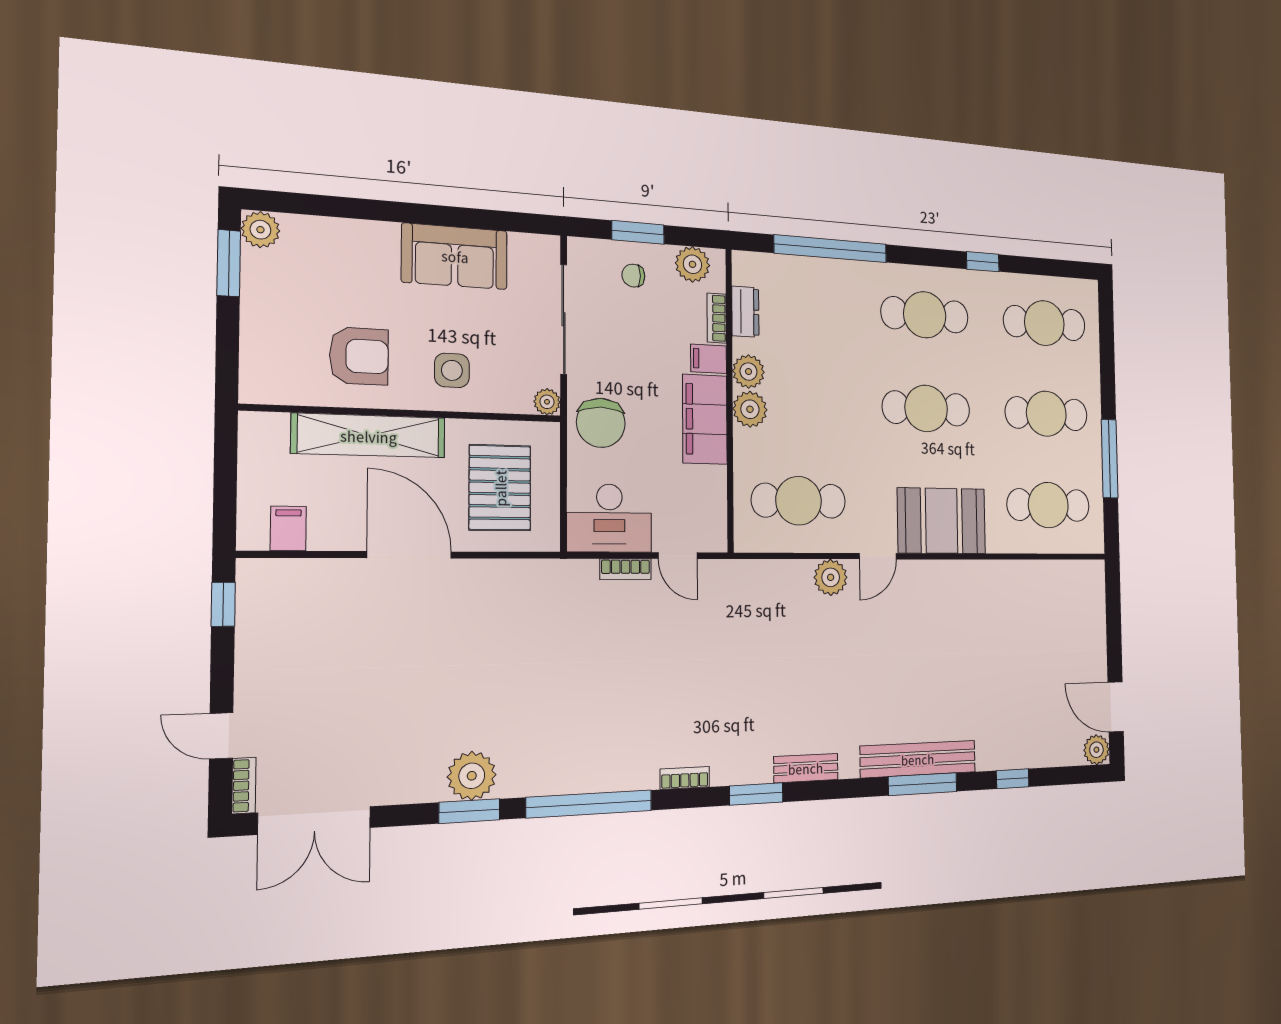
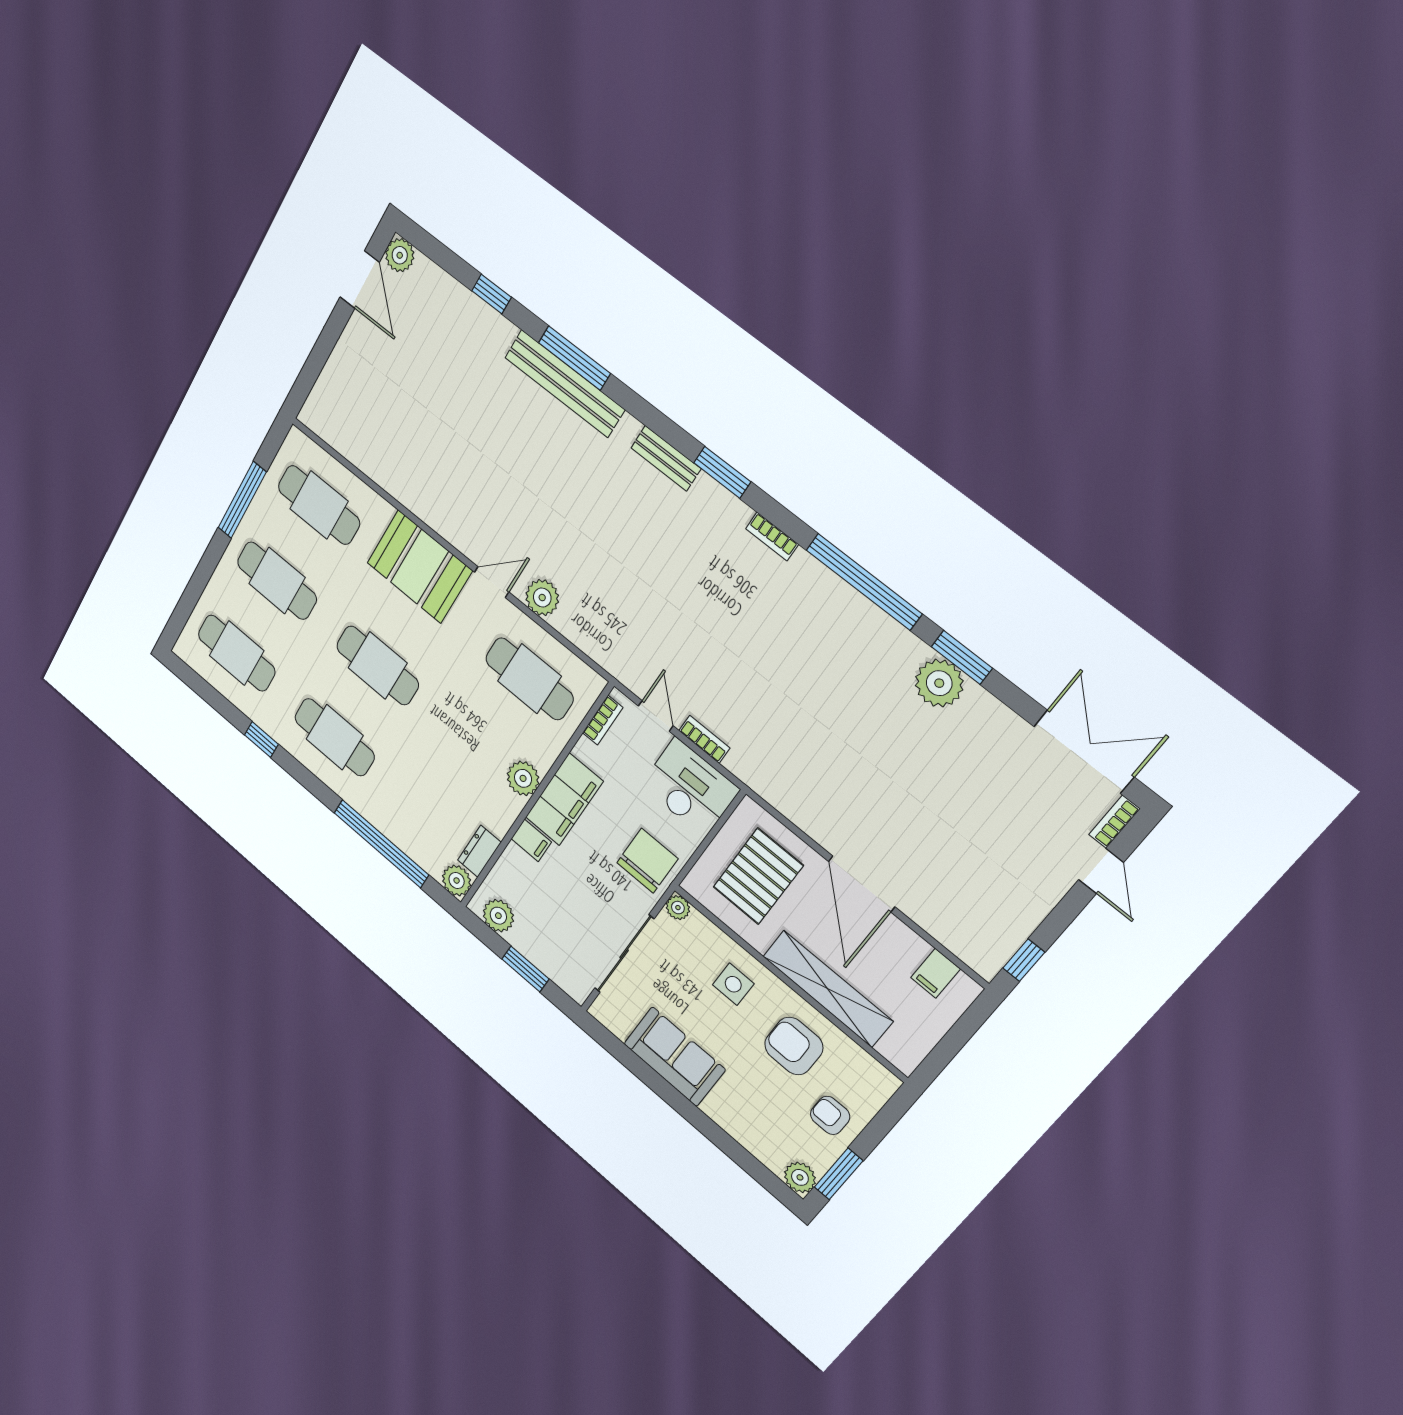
chair: (633, 276) -> (550, 943), removed
armchair: (279, 316) -> (830, 1115), added
bookcase: (717, 318) -> (603, 720), moved
plant: (749, 372) -> (457, 881), moved

